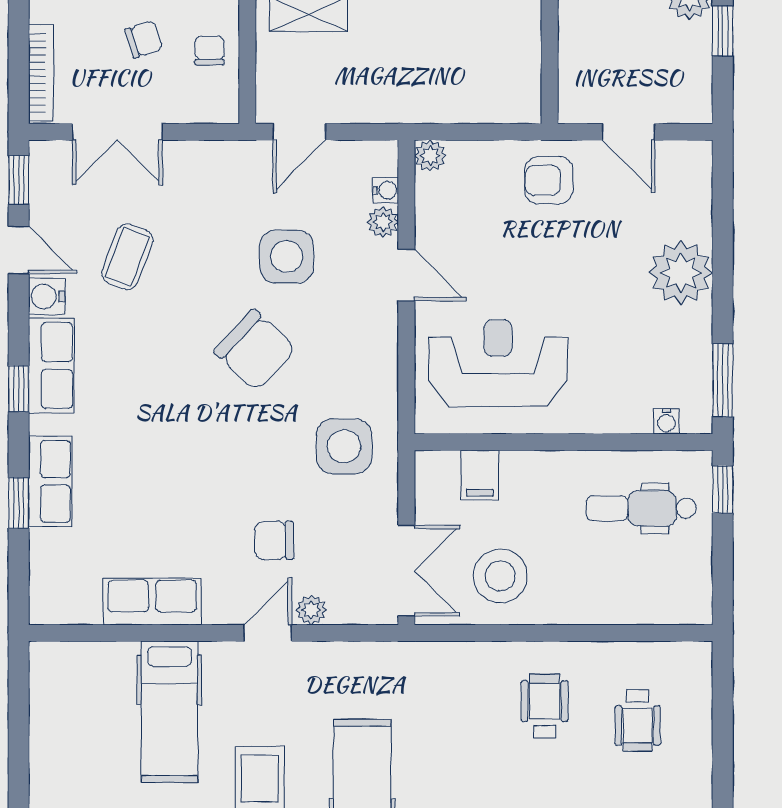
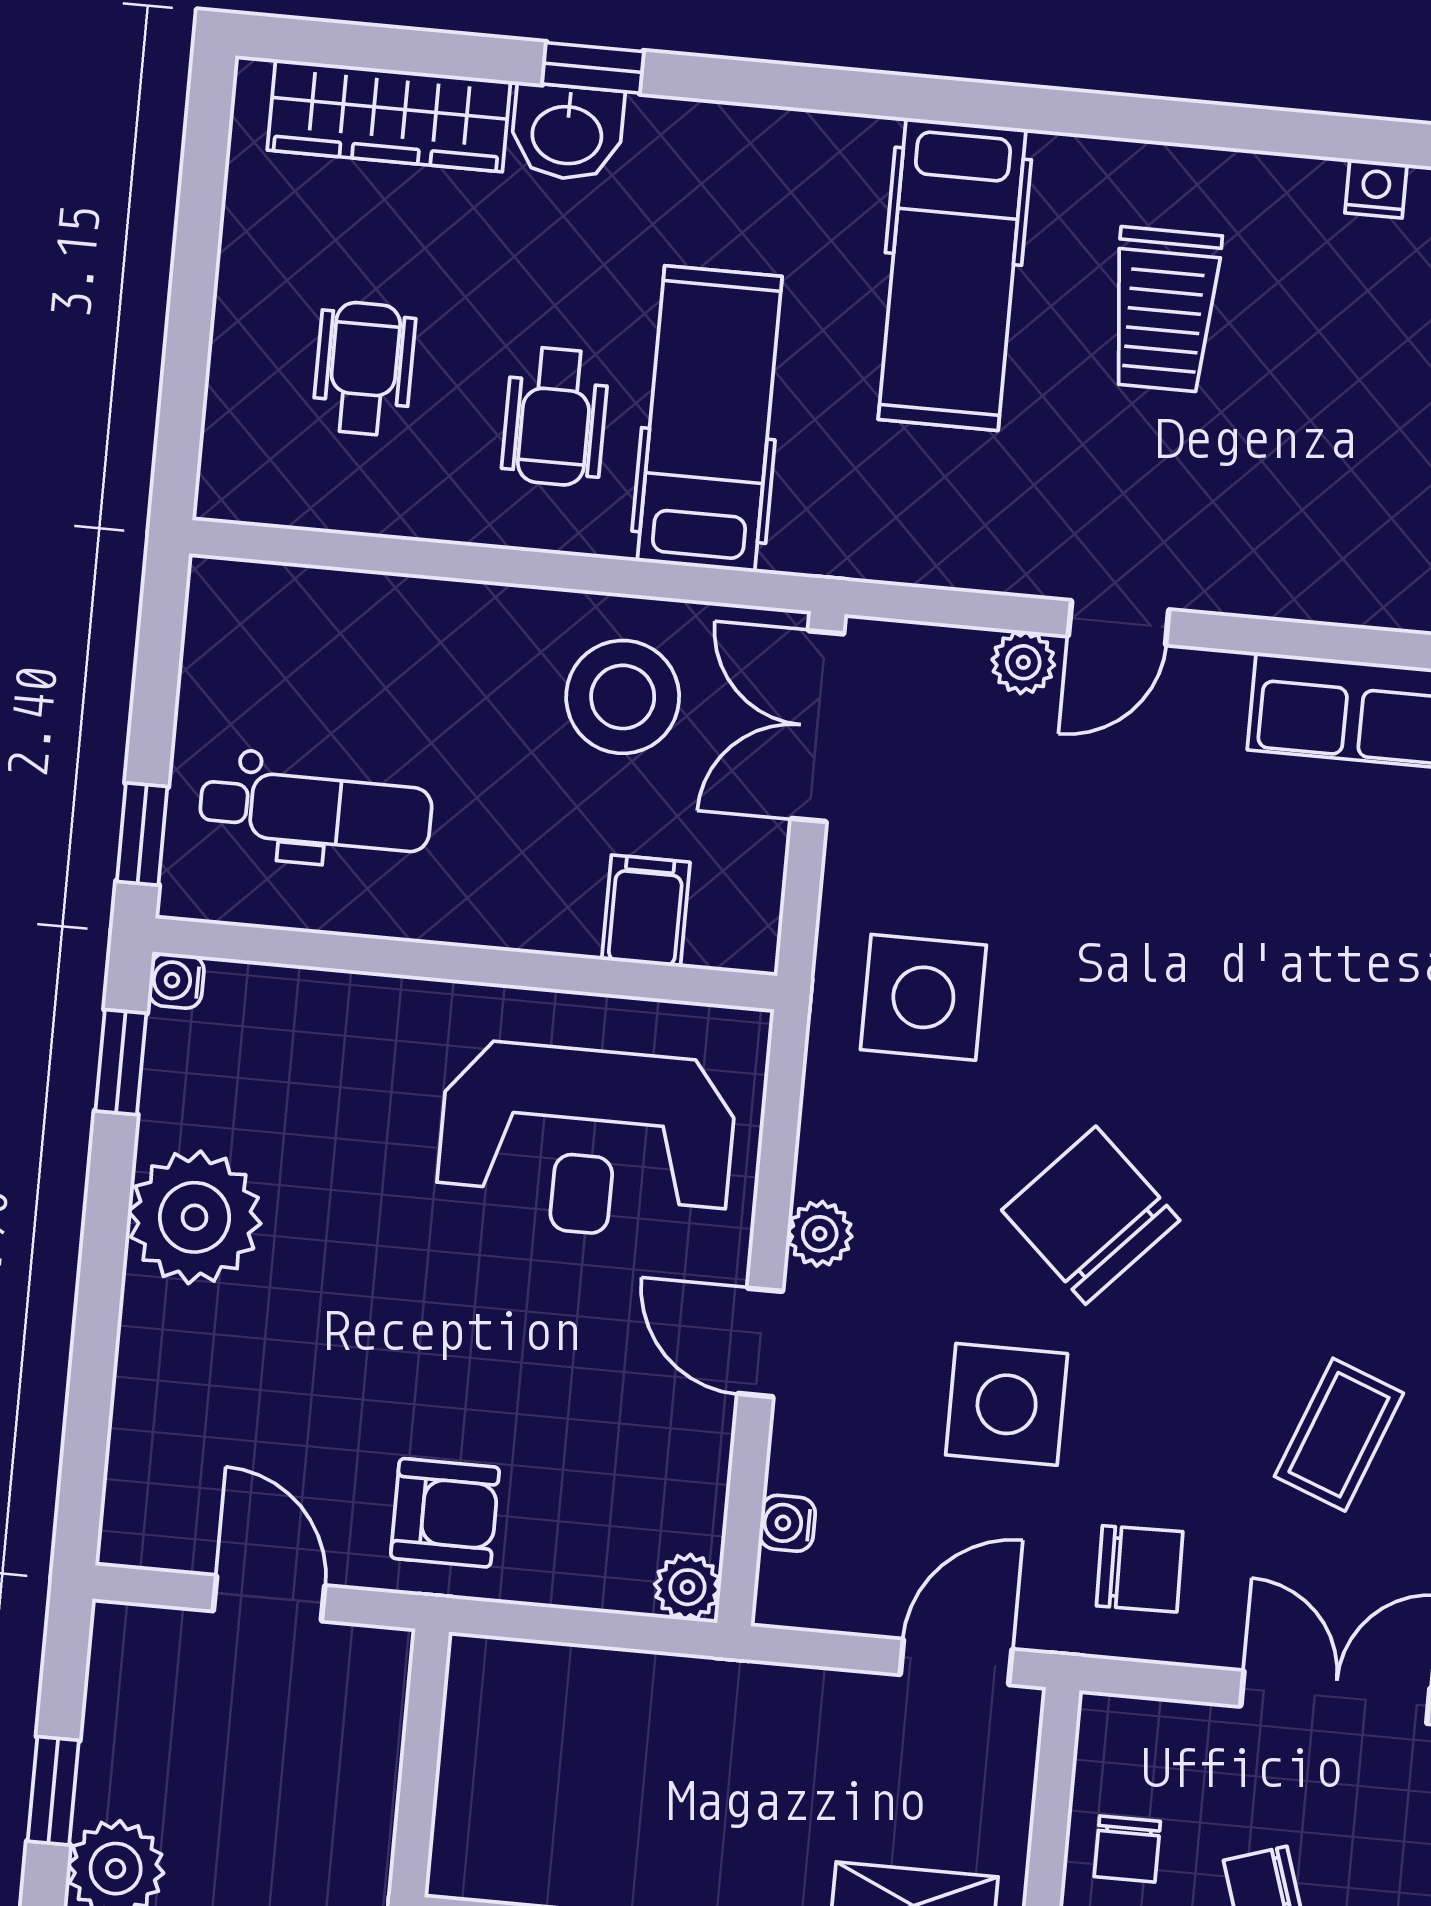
plant: (383, 222) -> (820, 1234), moved
plant: (681, 273) -> (194, 1217), moved
window: (723, 380) -> (121, 1062), width x0.67
water cooler: (666, 421) -> (176, 981), moved, turned -90
chair: (274, 540) -> (1140, 1569), moved
hospital bed: (169, 712) -> (710, 419), moved

